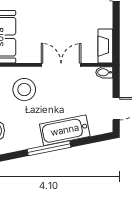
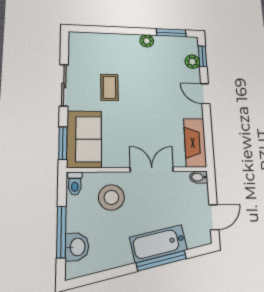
fireplace: (105, 46) -> (195, 143), width x1.37, depth x1.32
window: (49, 148) -> (161, 261), moved

